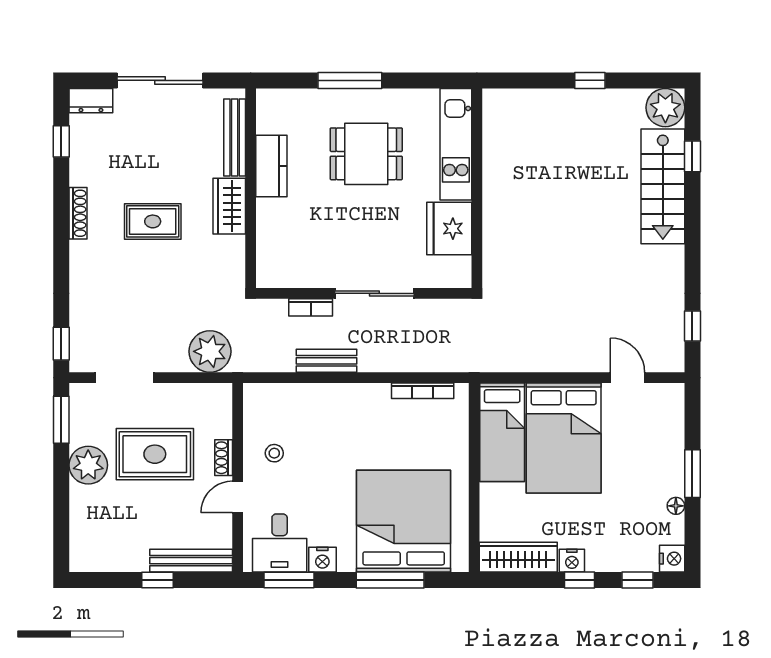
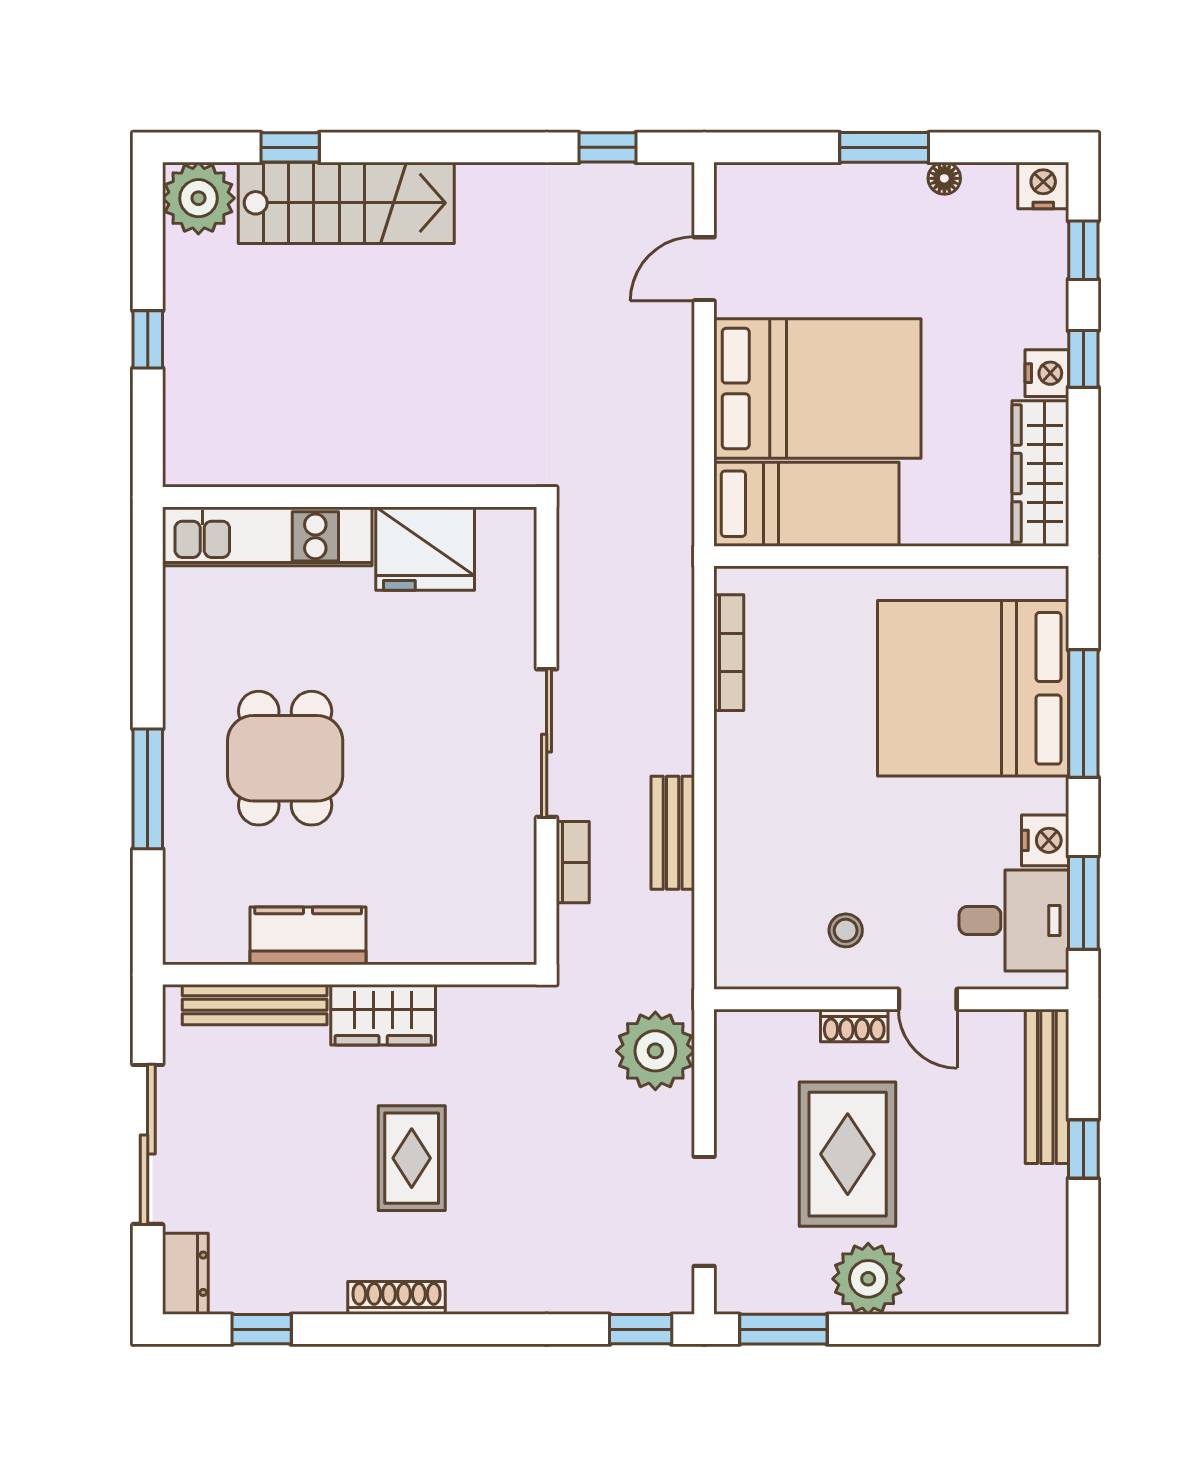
kitchen unit: (456, 144) -> (267, 536), moved
wall: (477, 188) -> (350, 497), moved
fridge: (449, 229) -> (425, 549), moved

